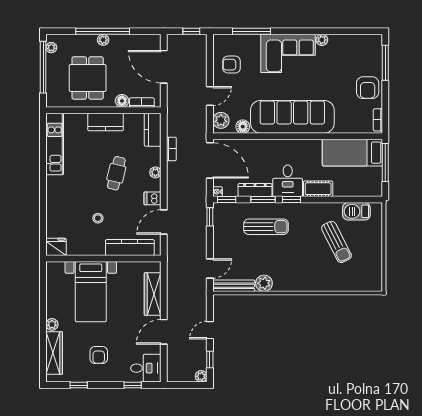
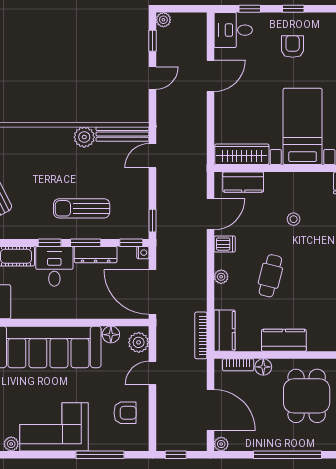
plant: (103, 40) -> (221, 444), moved
bookcase: (171, 149) -> (201, 335), moved, width x1.56
kitchen counter: (130, 248) -> (243, 182), width x0.67
wardrobe: (153, 294) -> (242, 154), moved, turned -90
window: (79, 385) -> (293, 9), moved

